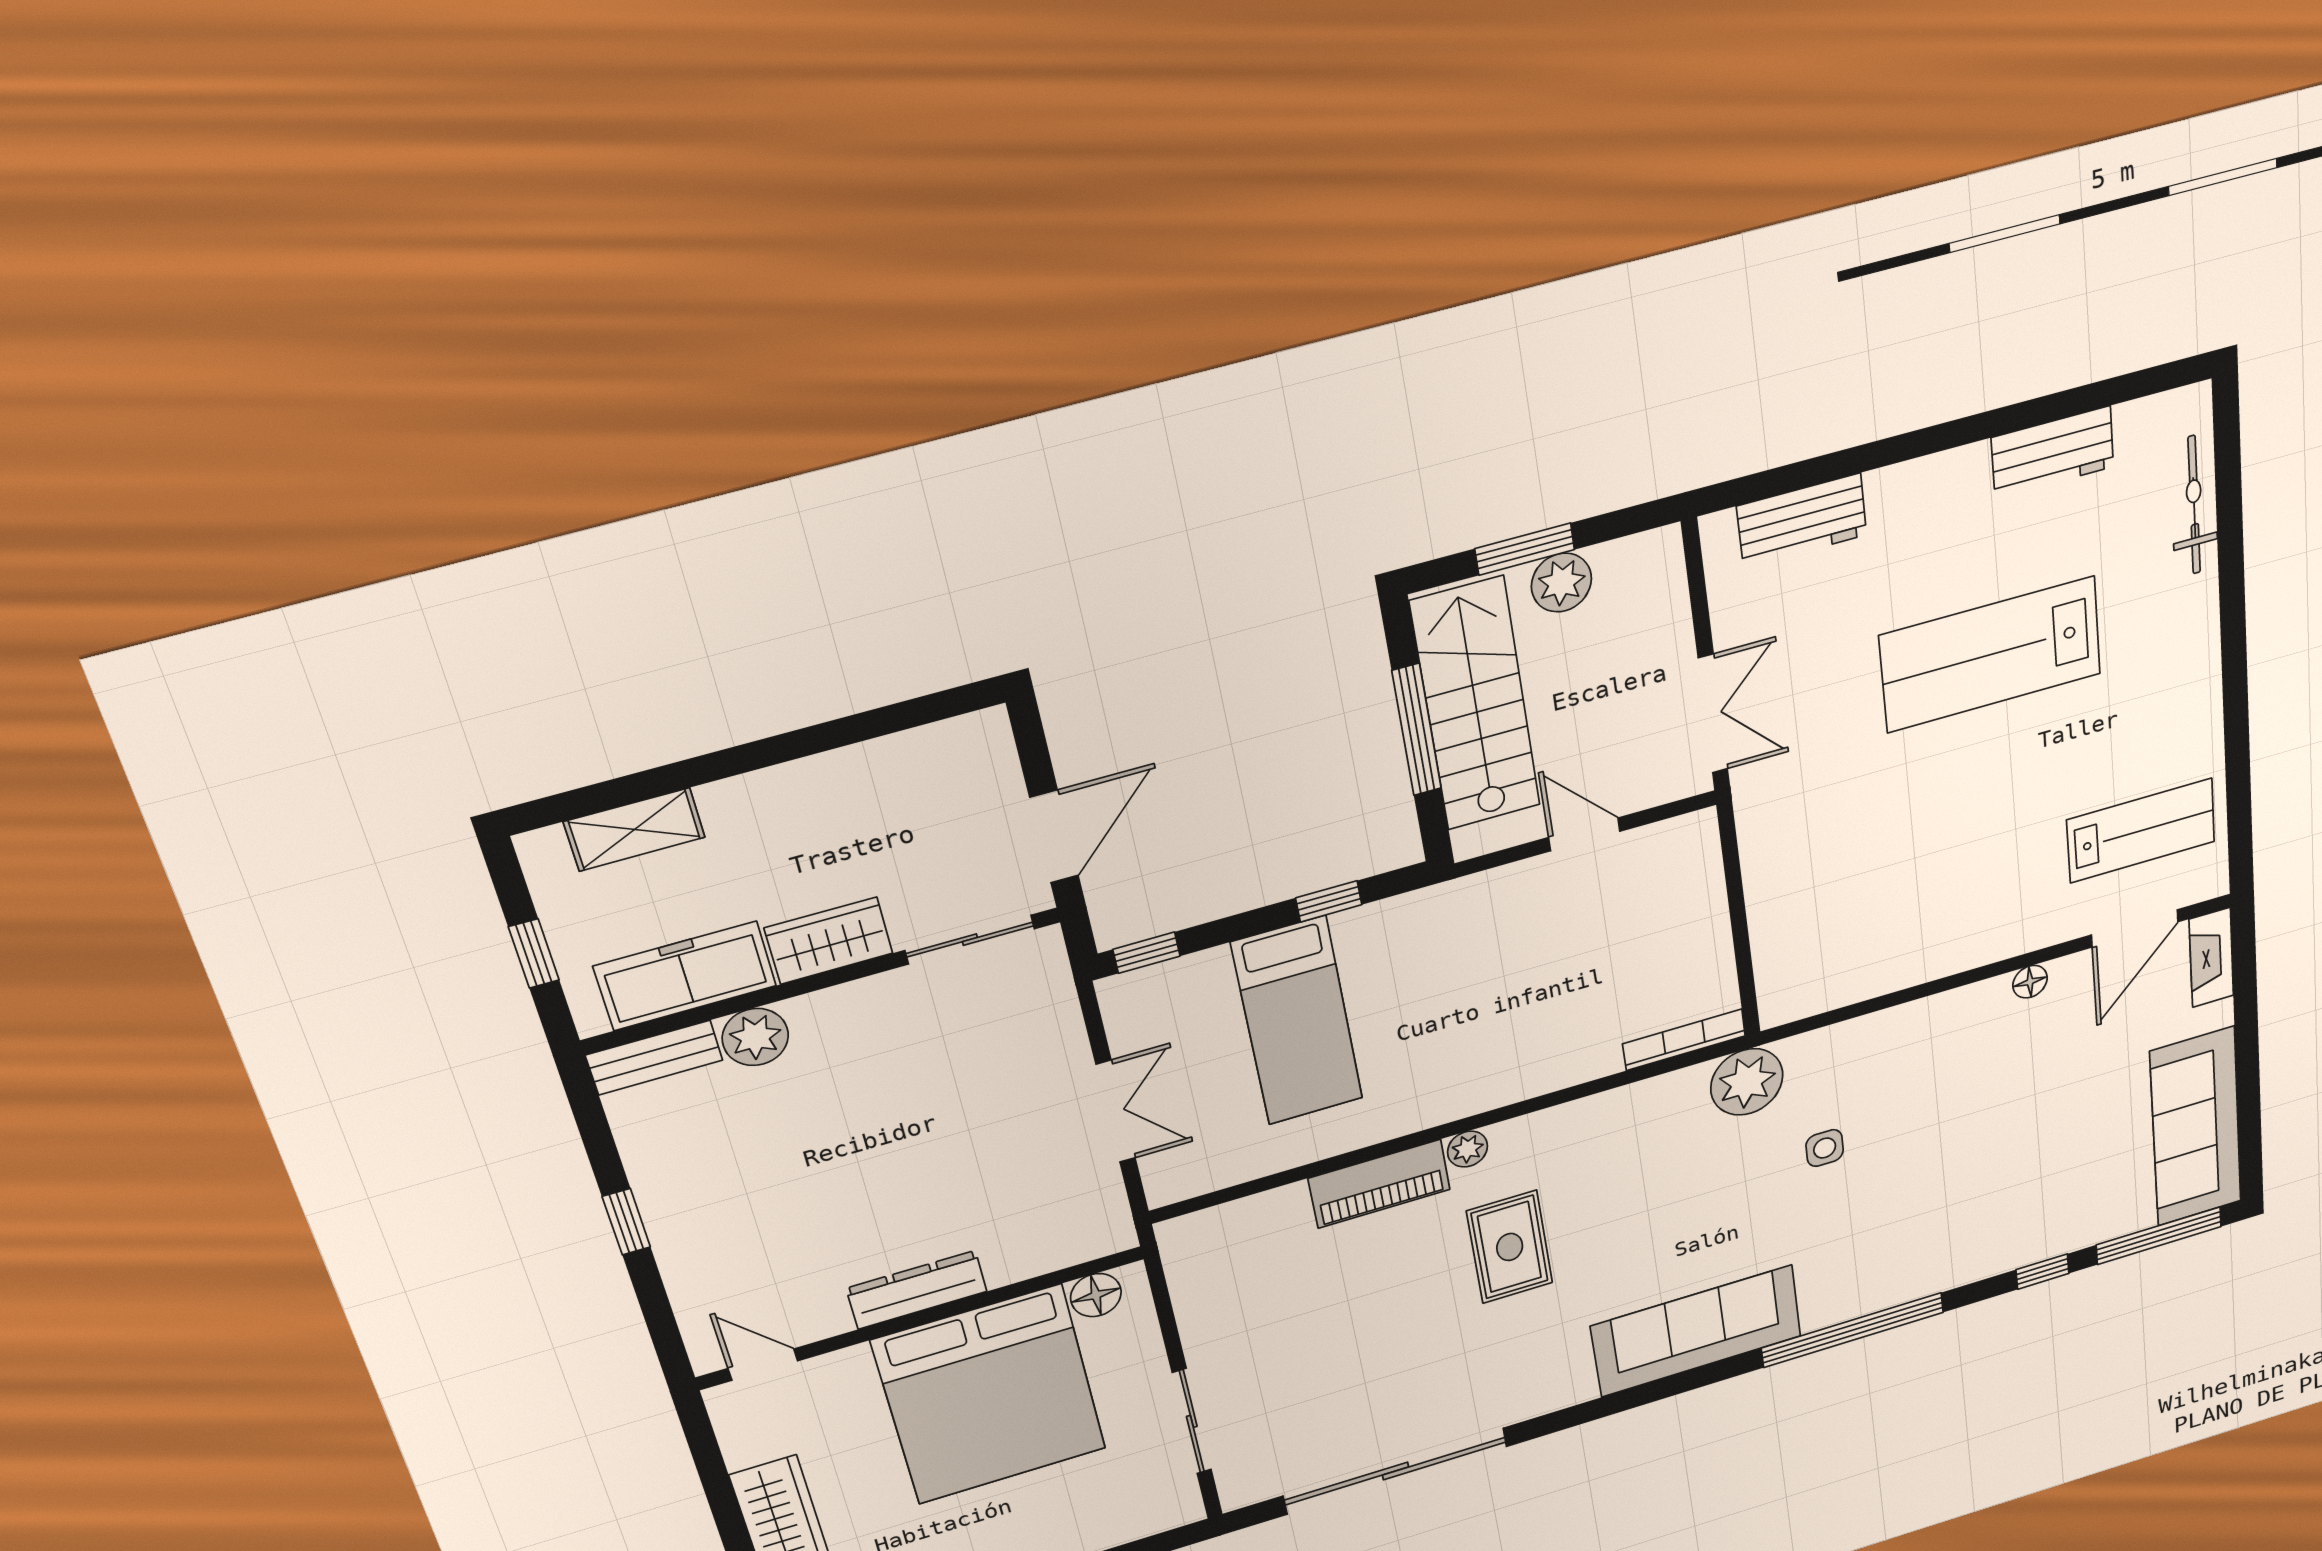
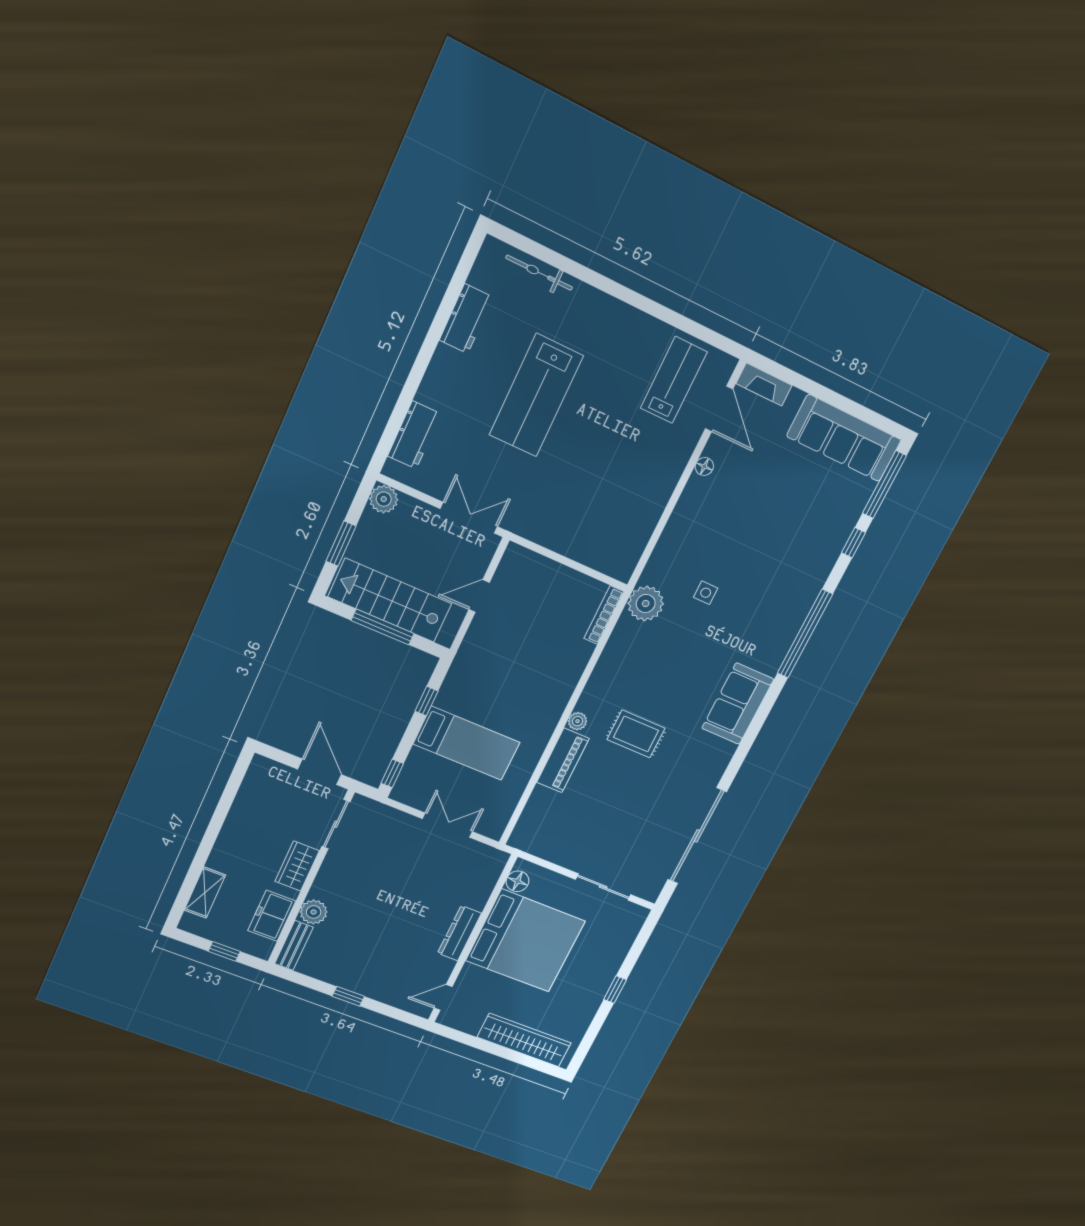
plant: (1561, 583) -> (384, 499), moved
freezer: (685, 976) -> (272, 916), width x0.71
sofa: (1696, 1331) -> (738, 704), width x0.73

